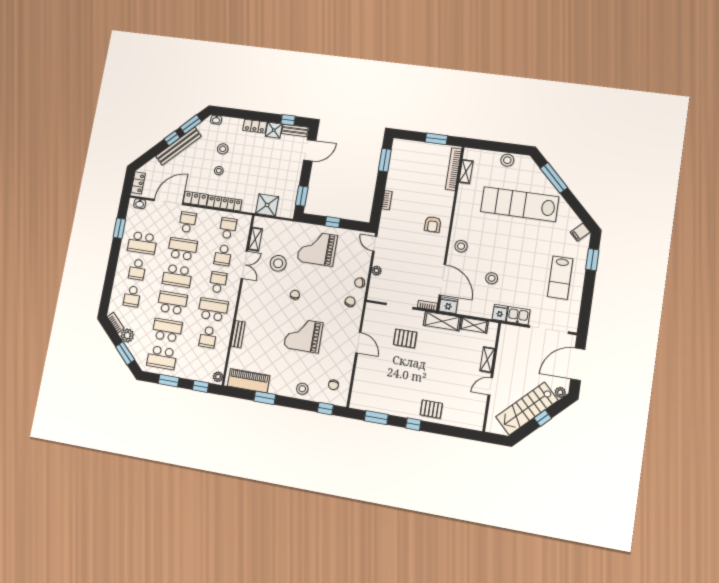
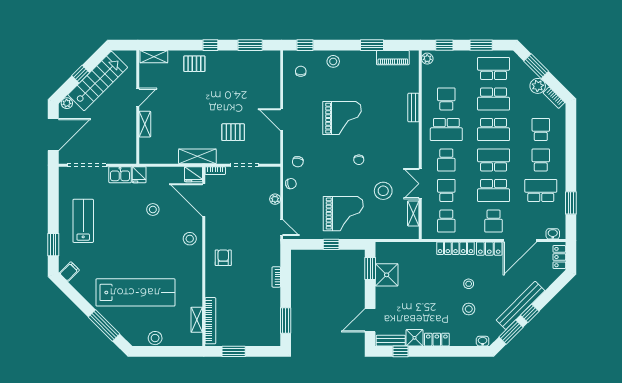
shower: (267, 205) -> (387, 275), moved
shelving: (474, 325) -> (154, 57), moved
piano: (249, 381) -> (393, 58), width x0.73, depth x0.75

